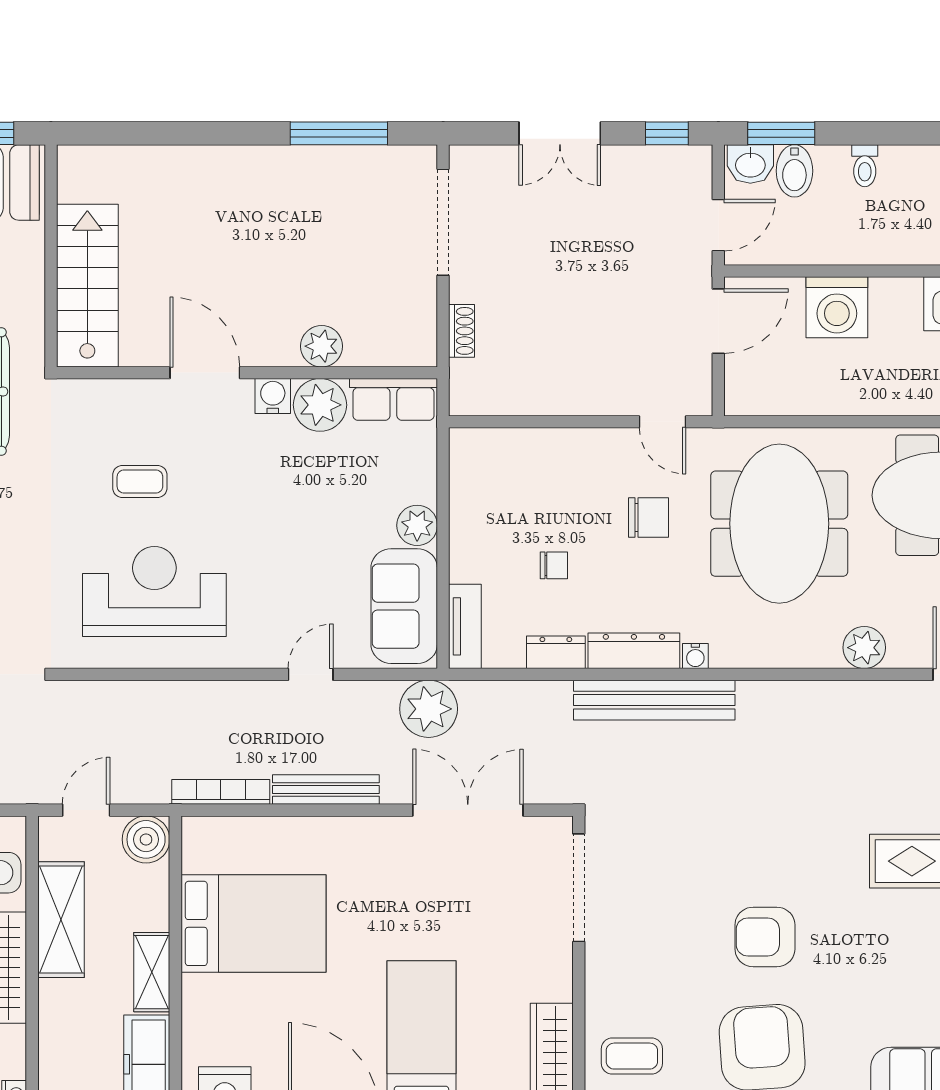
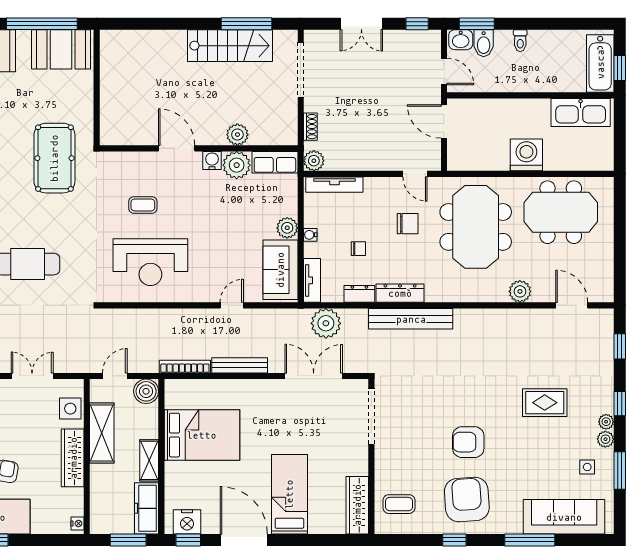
door: (718, 225) -> (444, 71), hinge flipped
stairs: (87, 286) -> (230, 46), moved, turned 90
washing machine: (837, 307) -> (526, 155), moved, turned 180
door: (718, 321) -> (444, 121), swing flipped
plant: (468, 396) -> (314, 161), added
tv unit: (508, 442) -> (334, 185), added
reception desk: (154, 591) -> (150, 262), turned 180
water cooler: (695, 656) -> (310, 235), moved, turned 90
plant: (429, 709) -> (326, 323), moved

